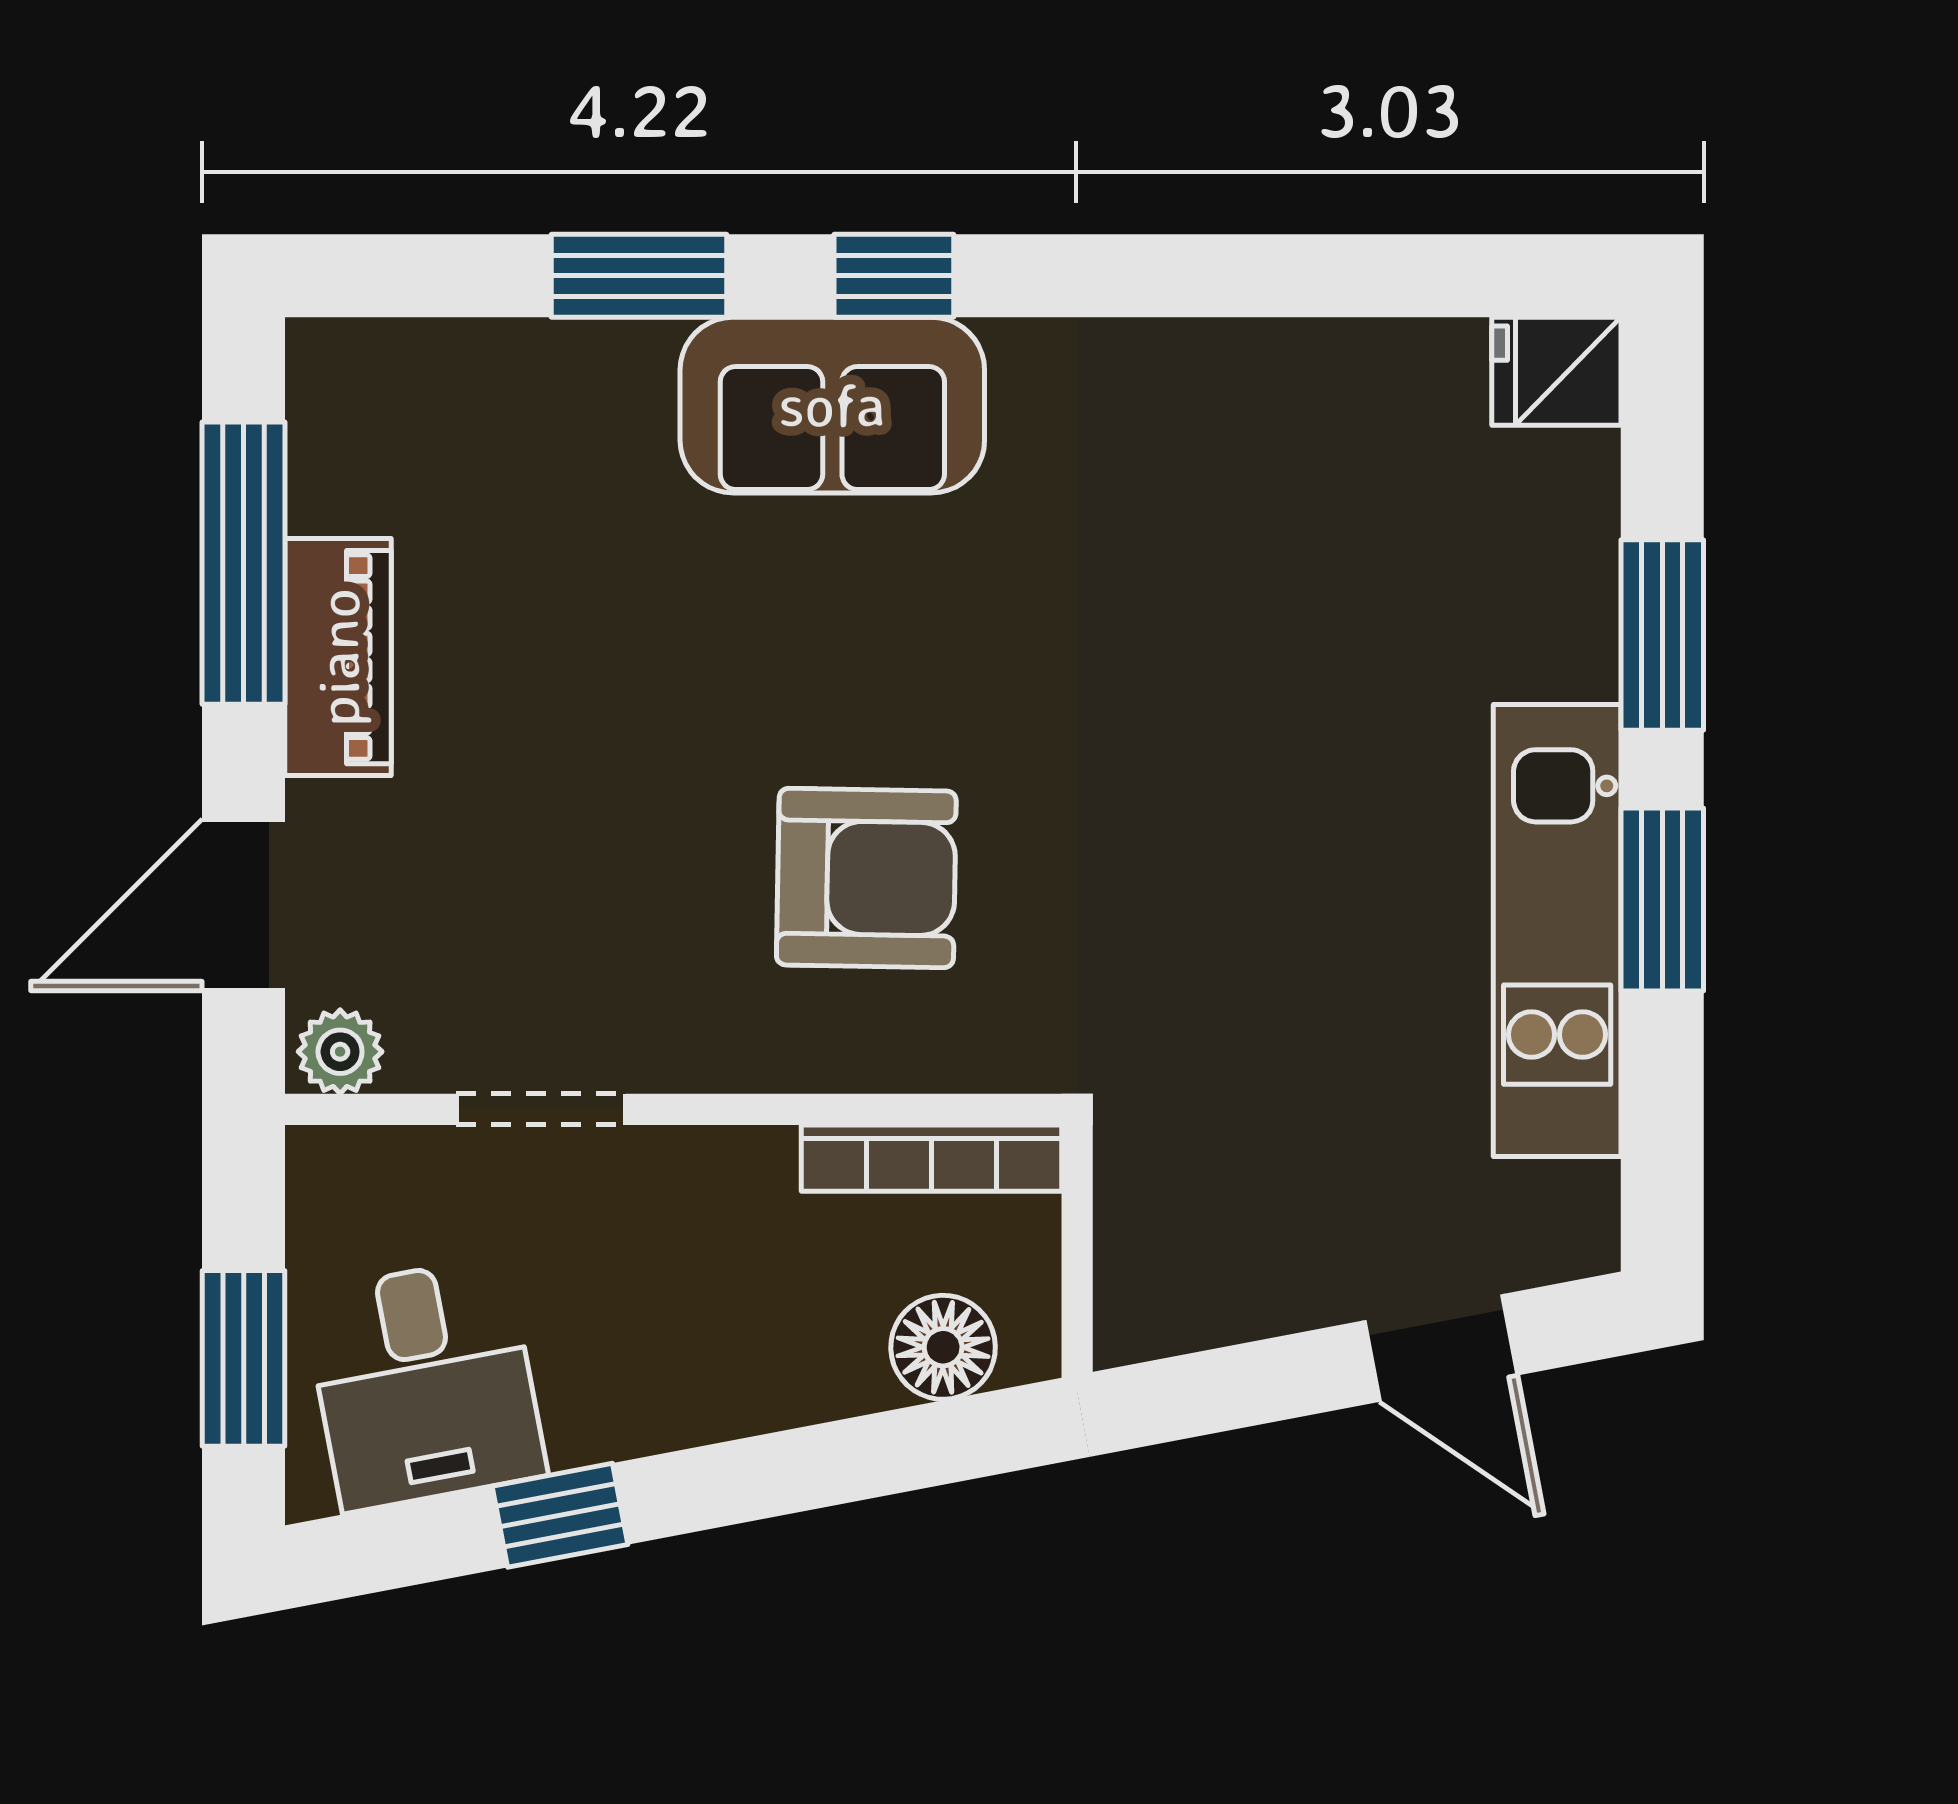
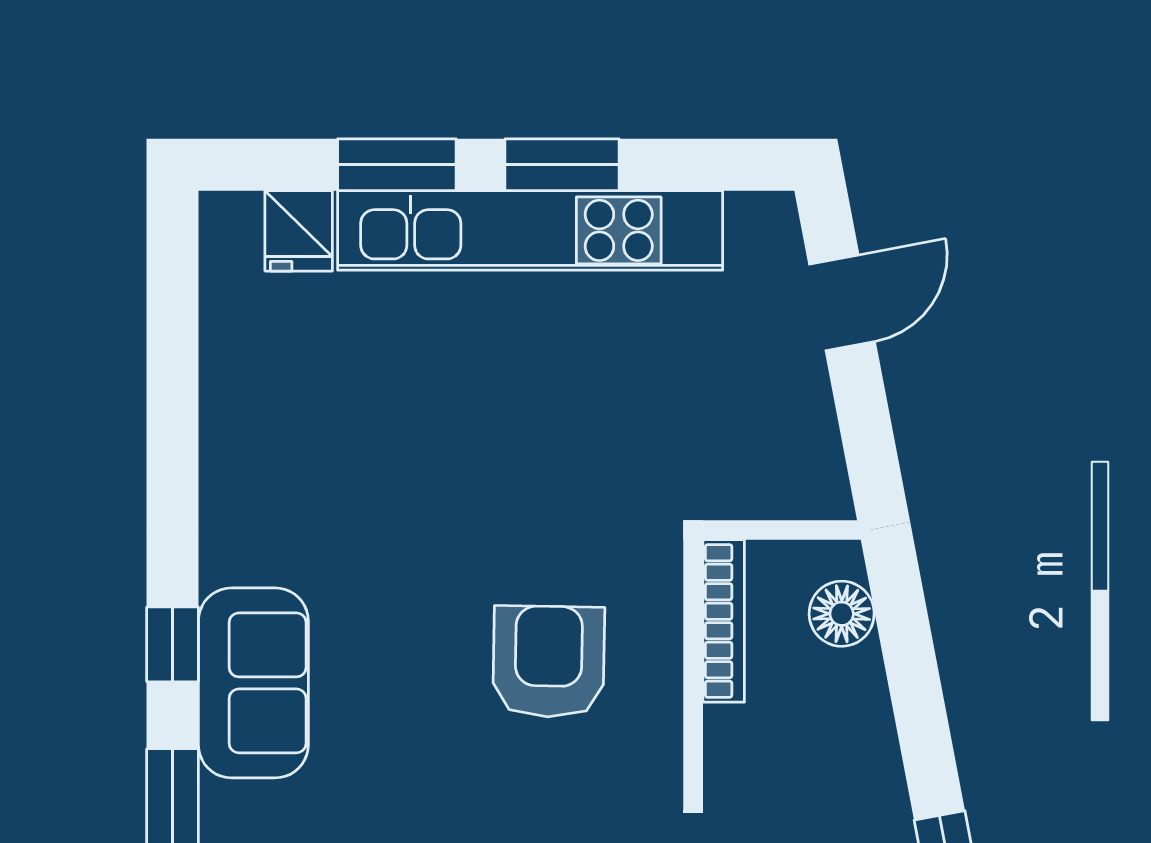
fridge: (1556, 371) -> (299, 231), moved
kitchen unit: (1557, 931) -> (530, 230), width x1.36

